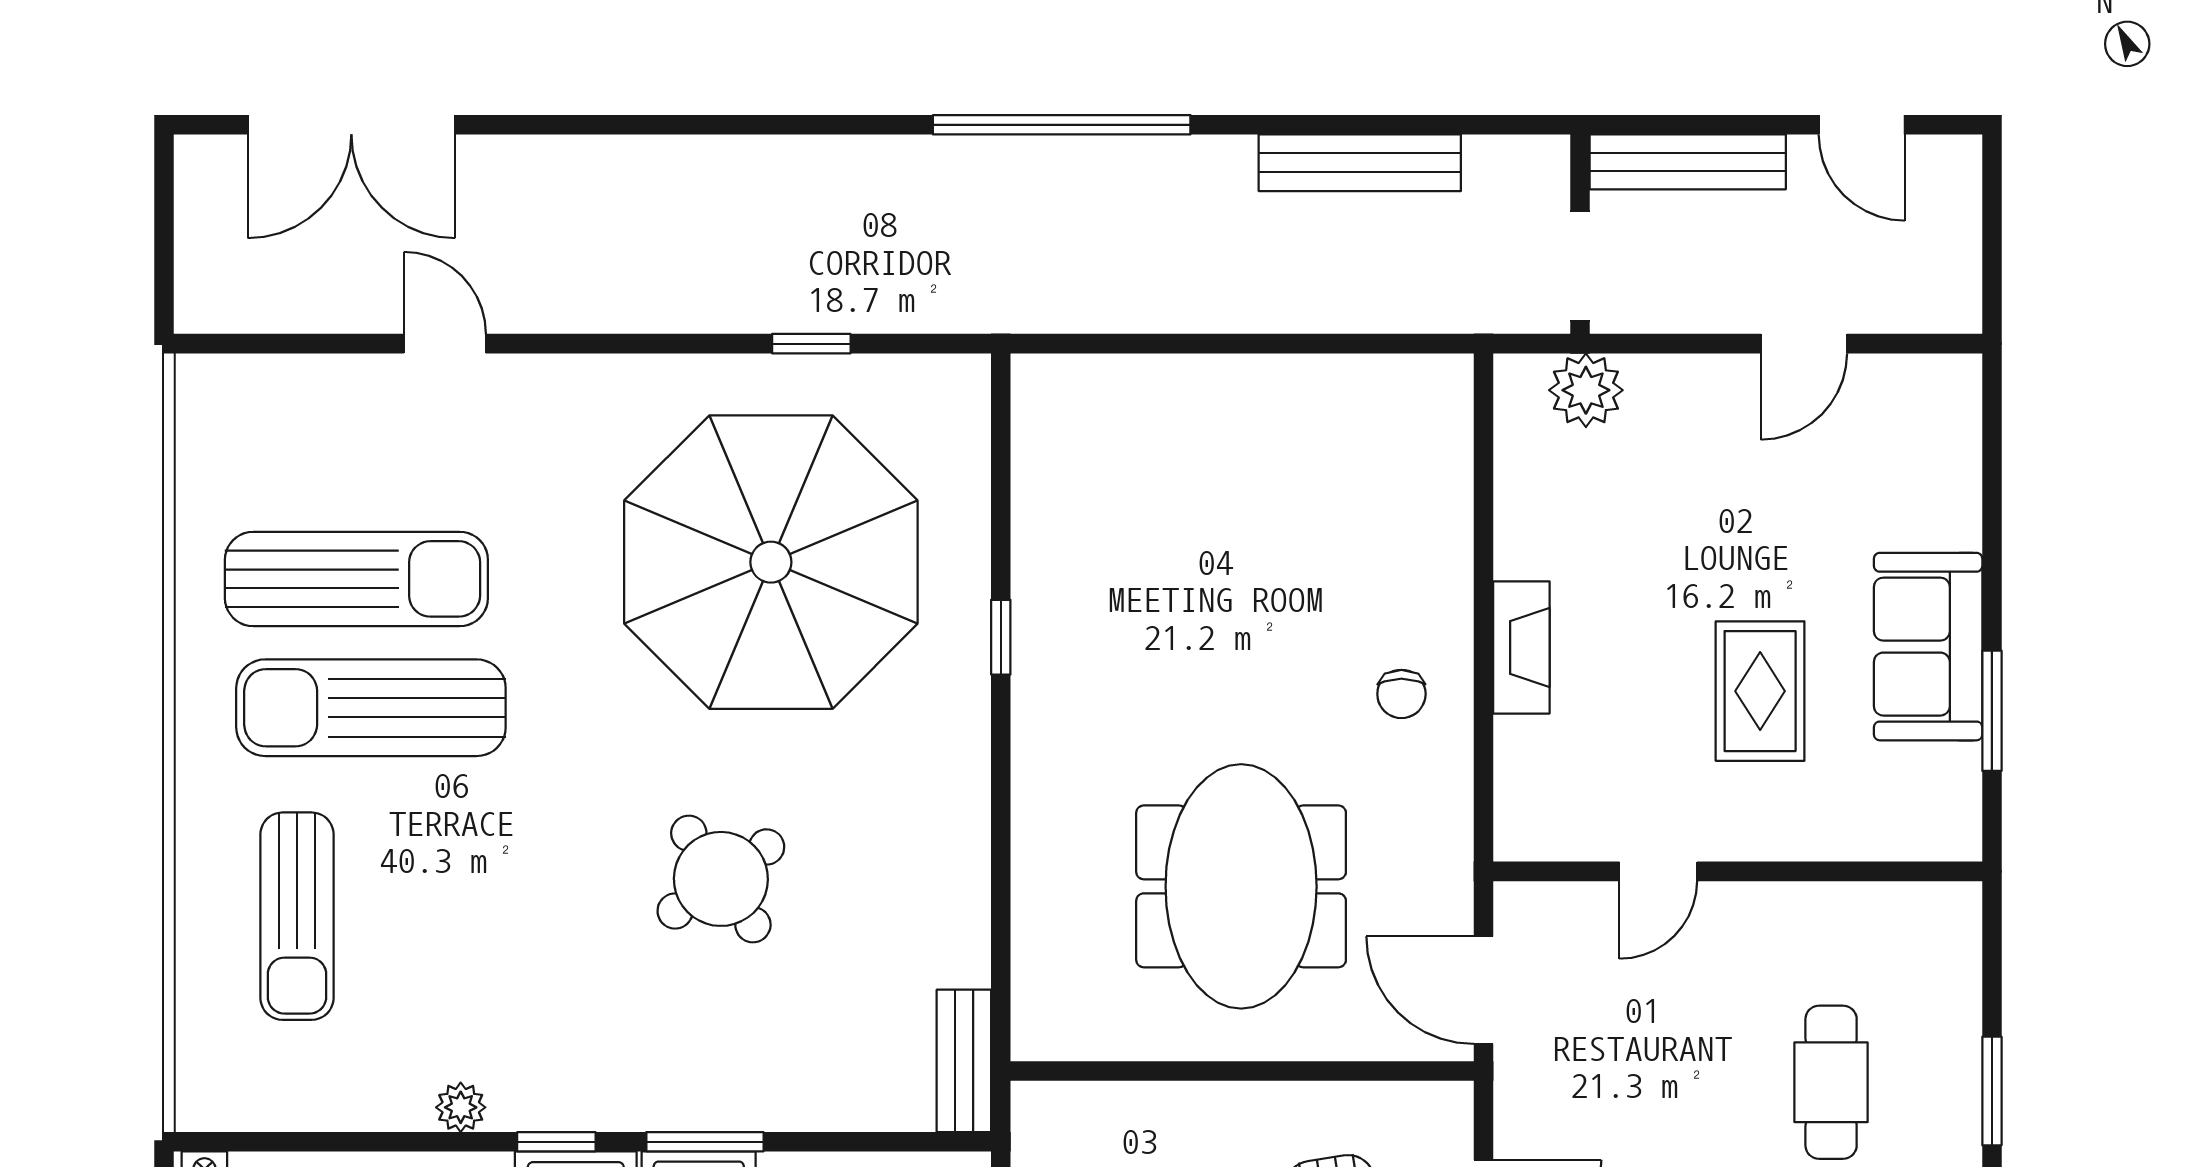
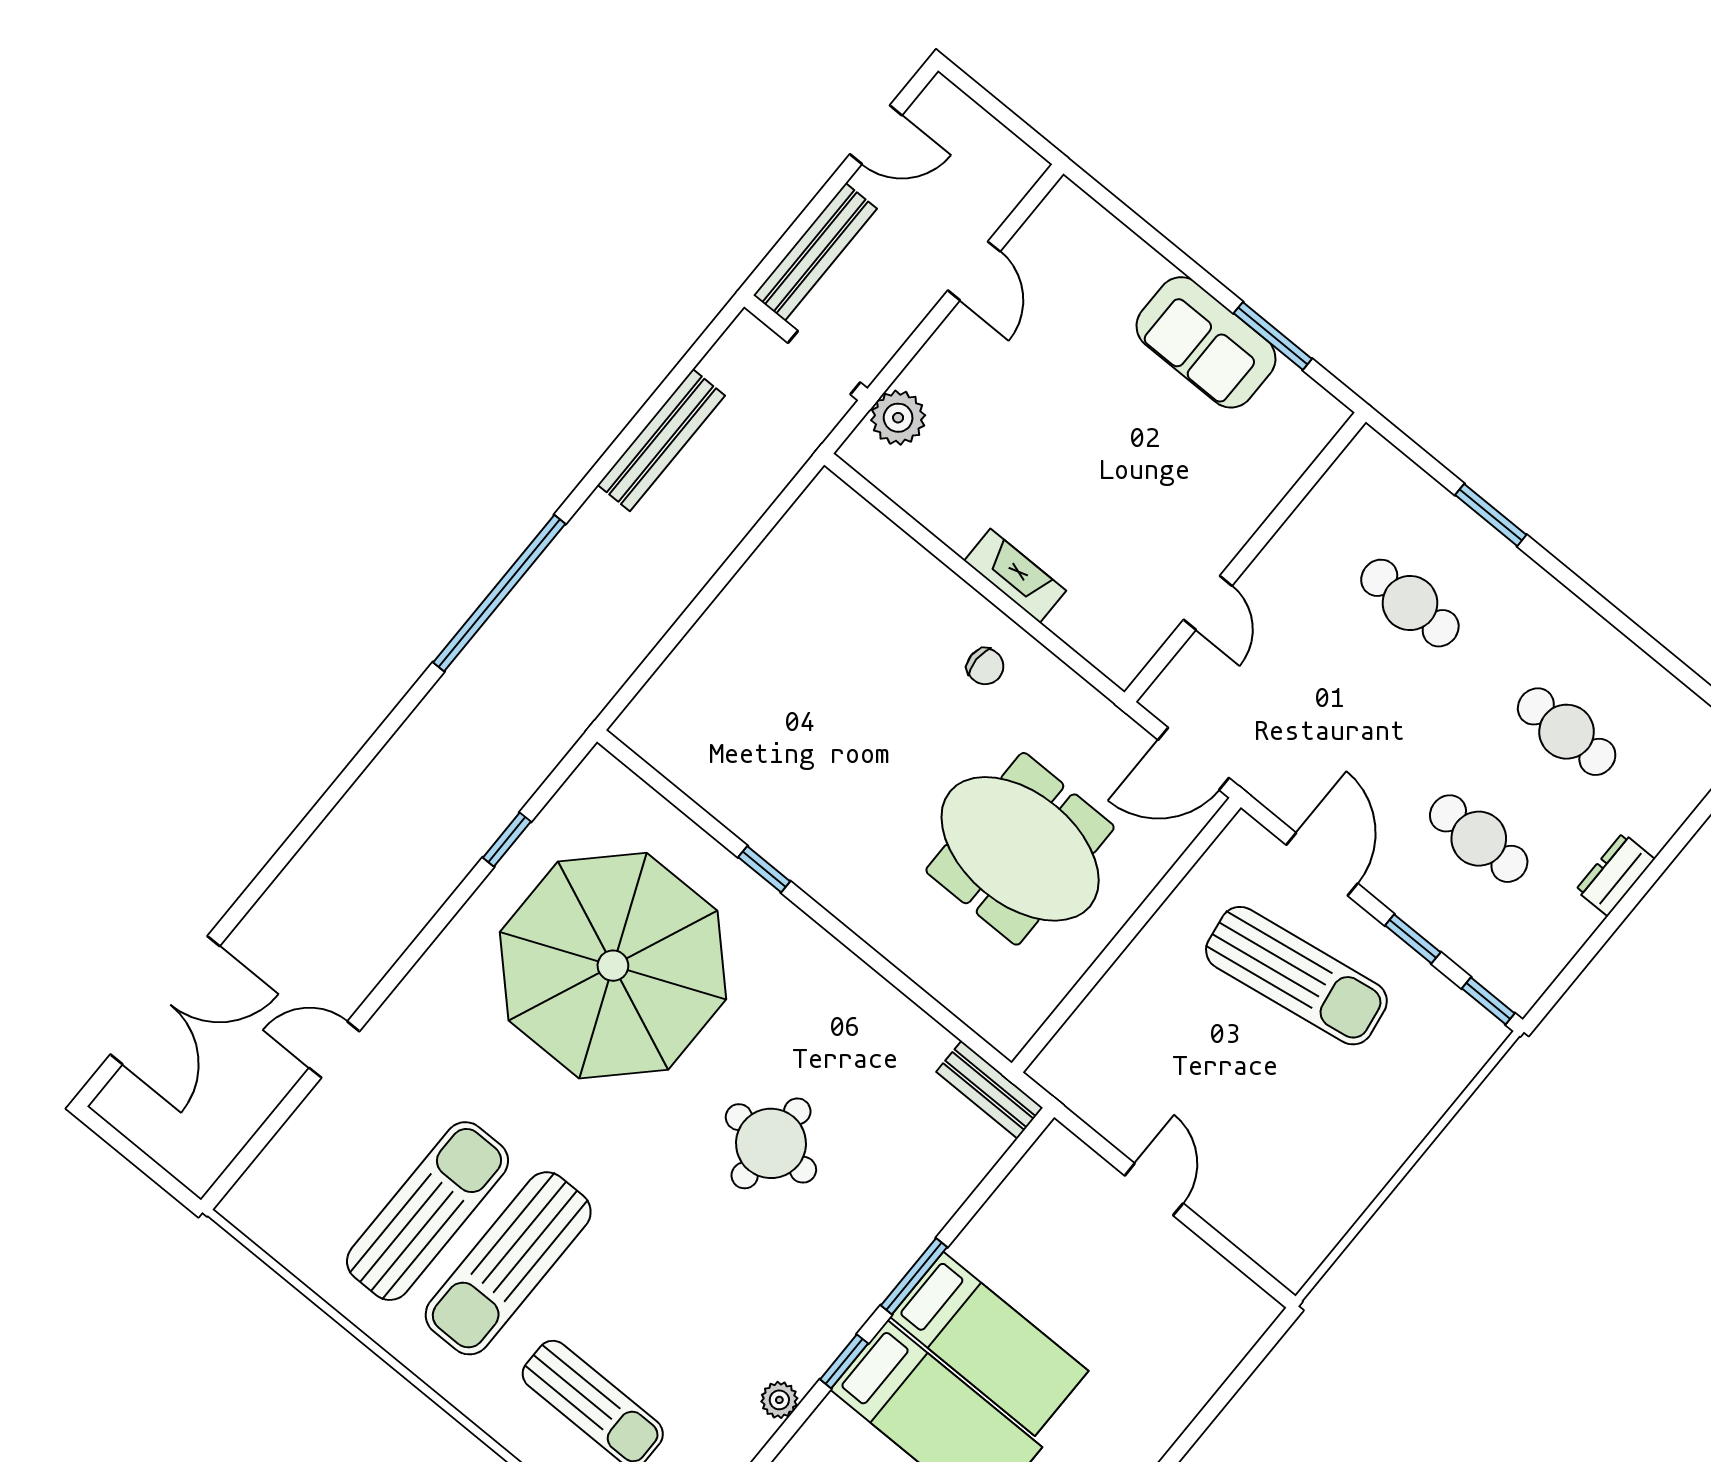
rug: (1760, 691) -> (1152, 460), removed
round table: (721, 879) -> (771, 1143), turned 35

